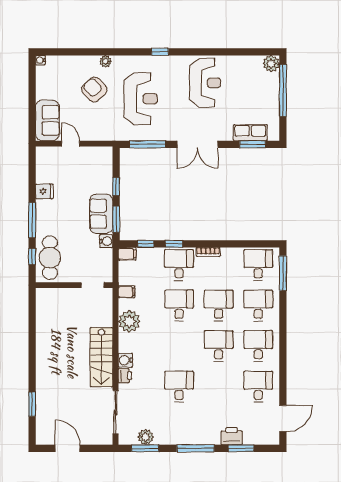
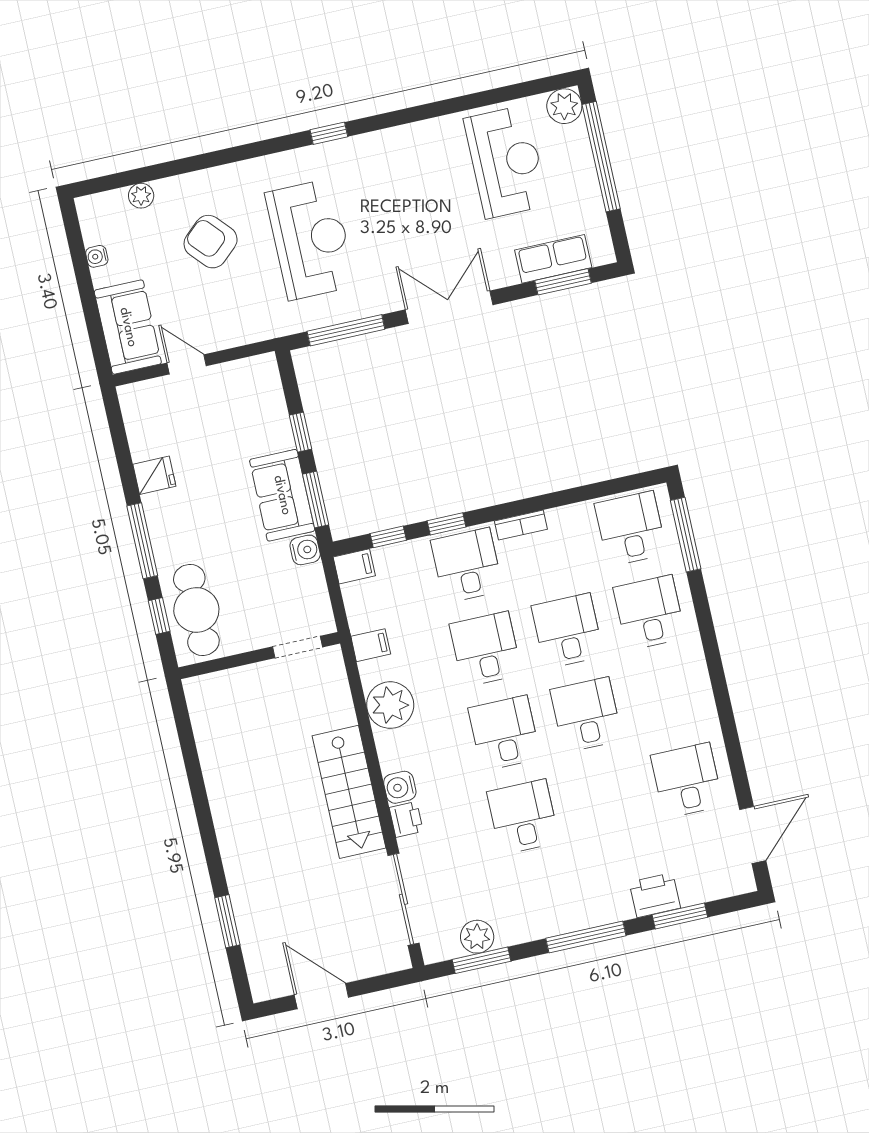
water cooler: (40, 60) -> (97, 256), moved
plant: (106, 61) -> (141, 196), moved
reception desk: (205, 83) -> (506, 162), moved
double door: (197, 144) -> (449, 307), swing flipped
desk: (258, 346) -> (504, 733), moved

